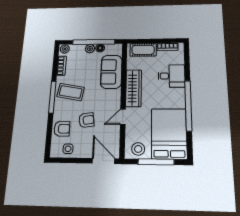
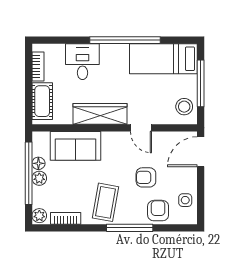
window: (52, 97) -> (130, 228), moved
armchair: (86, 120) -> (146, 177), turned -82
bed: (169, 134) -> (163, 59), width x0.67

